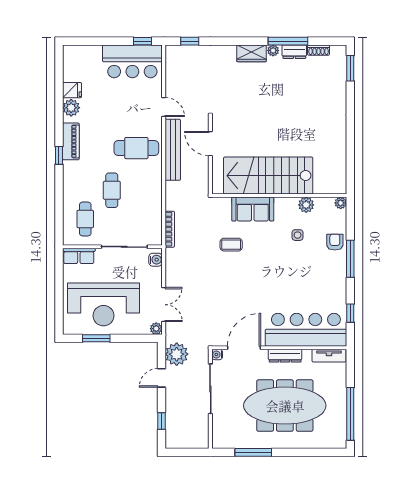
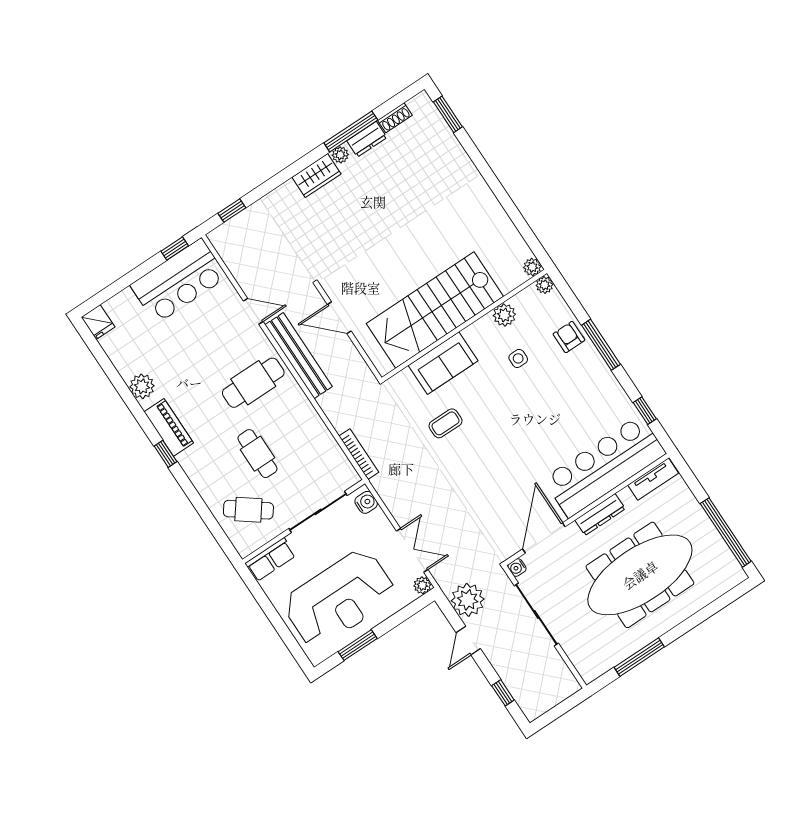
fridge: (72, 90) -> (98, 322), moved, turned 90
plant: (340, 188) -> (532, 267), added
cafe table: (85, 219) -> (248, 510), turned -53

